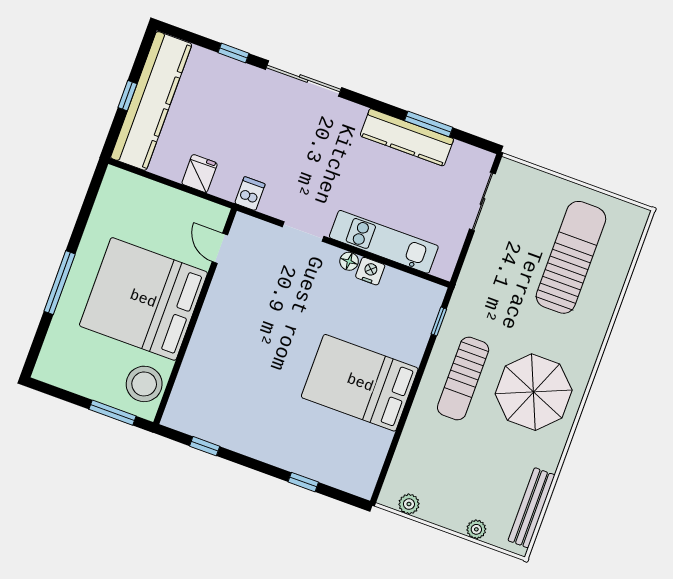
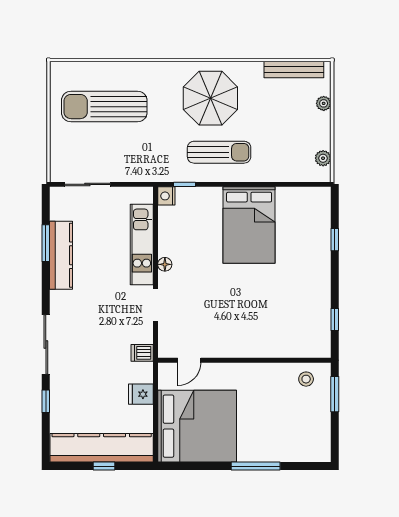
nightstand: (370, 271) -> (166, 196), moved
bed: (143, 299) -> (197, 426), moved, turned -90
stool: (144, 384) -> (306, 379), width x0.53, depth x0.53

